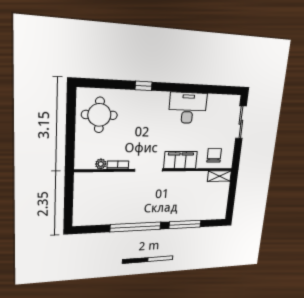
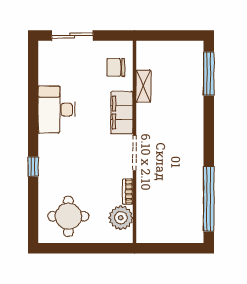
plant: (101, 164) -> (121, 218), width x1.88, depth x1.88
shelving: (219, 176) -> (143, 86), moved
window: (185, 224) -> (209, 74), moved
window: (136, 227) -> (209, 199), moved

